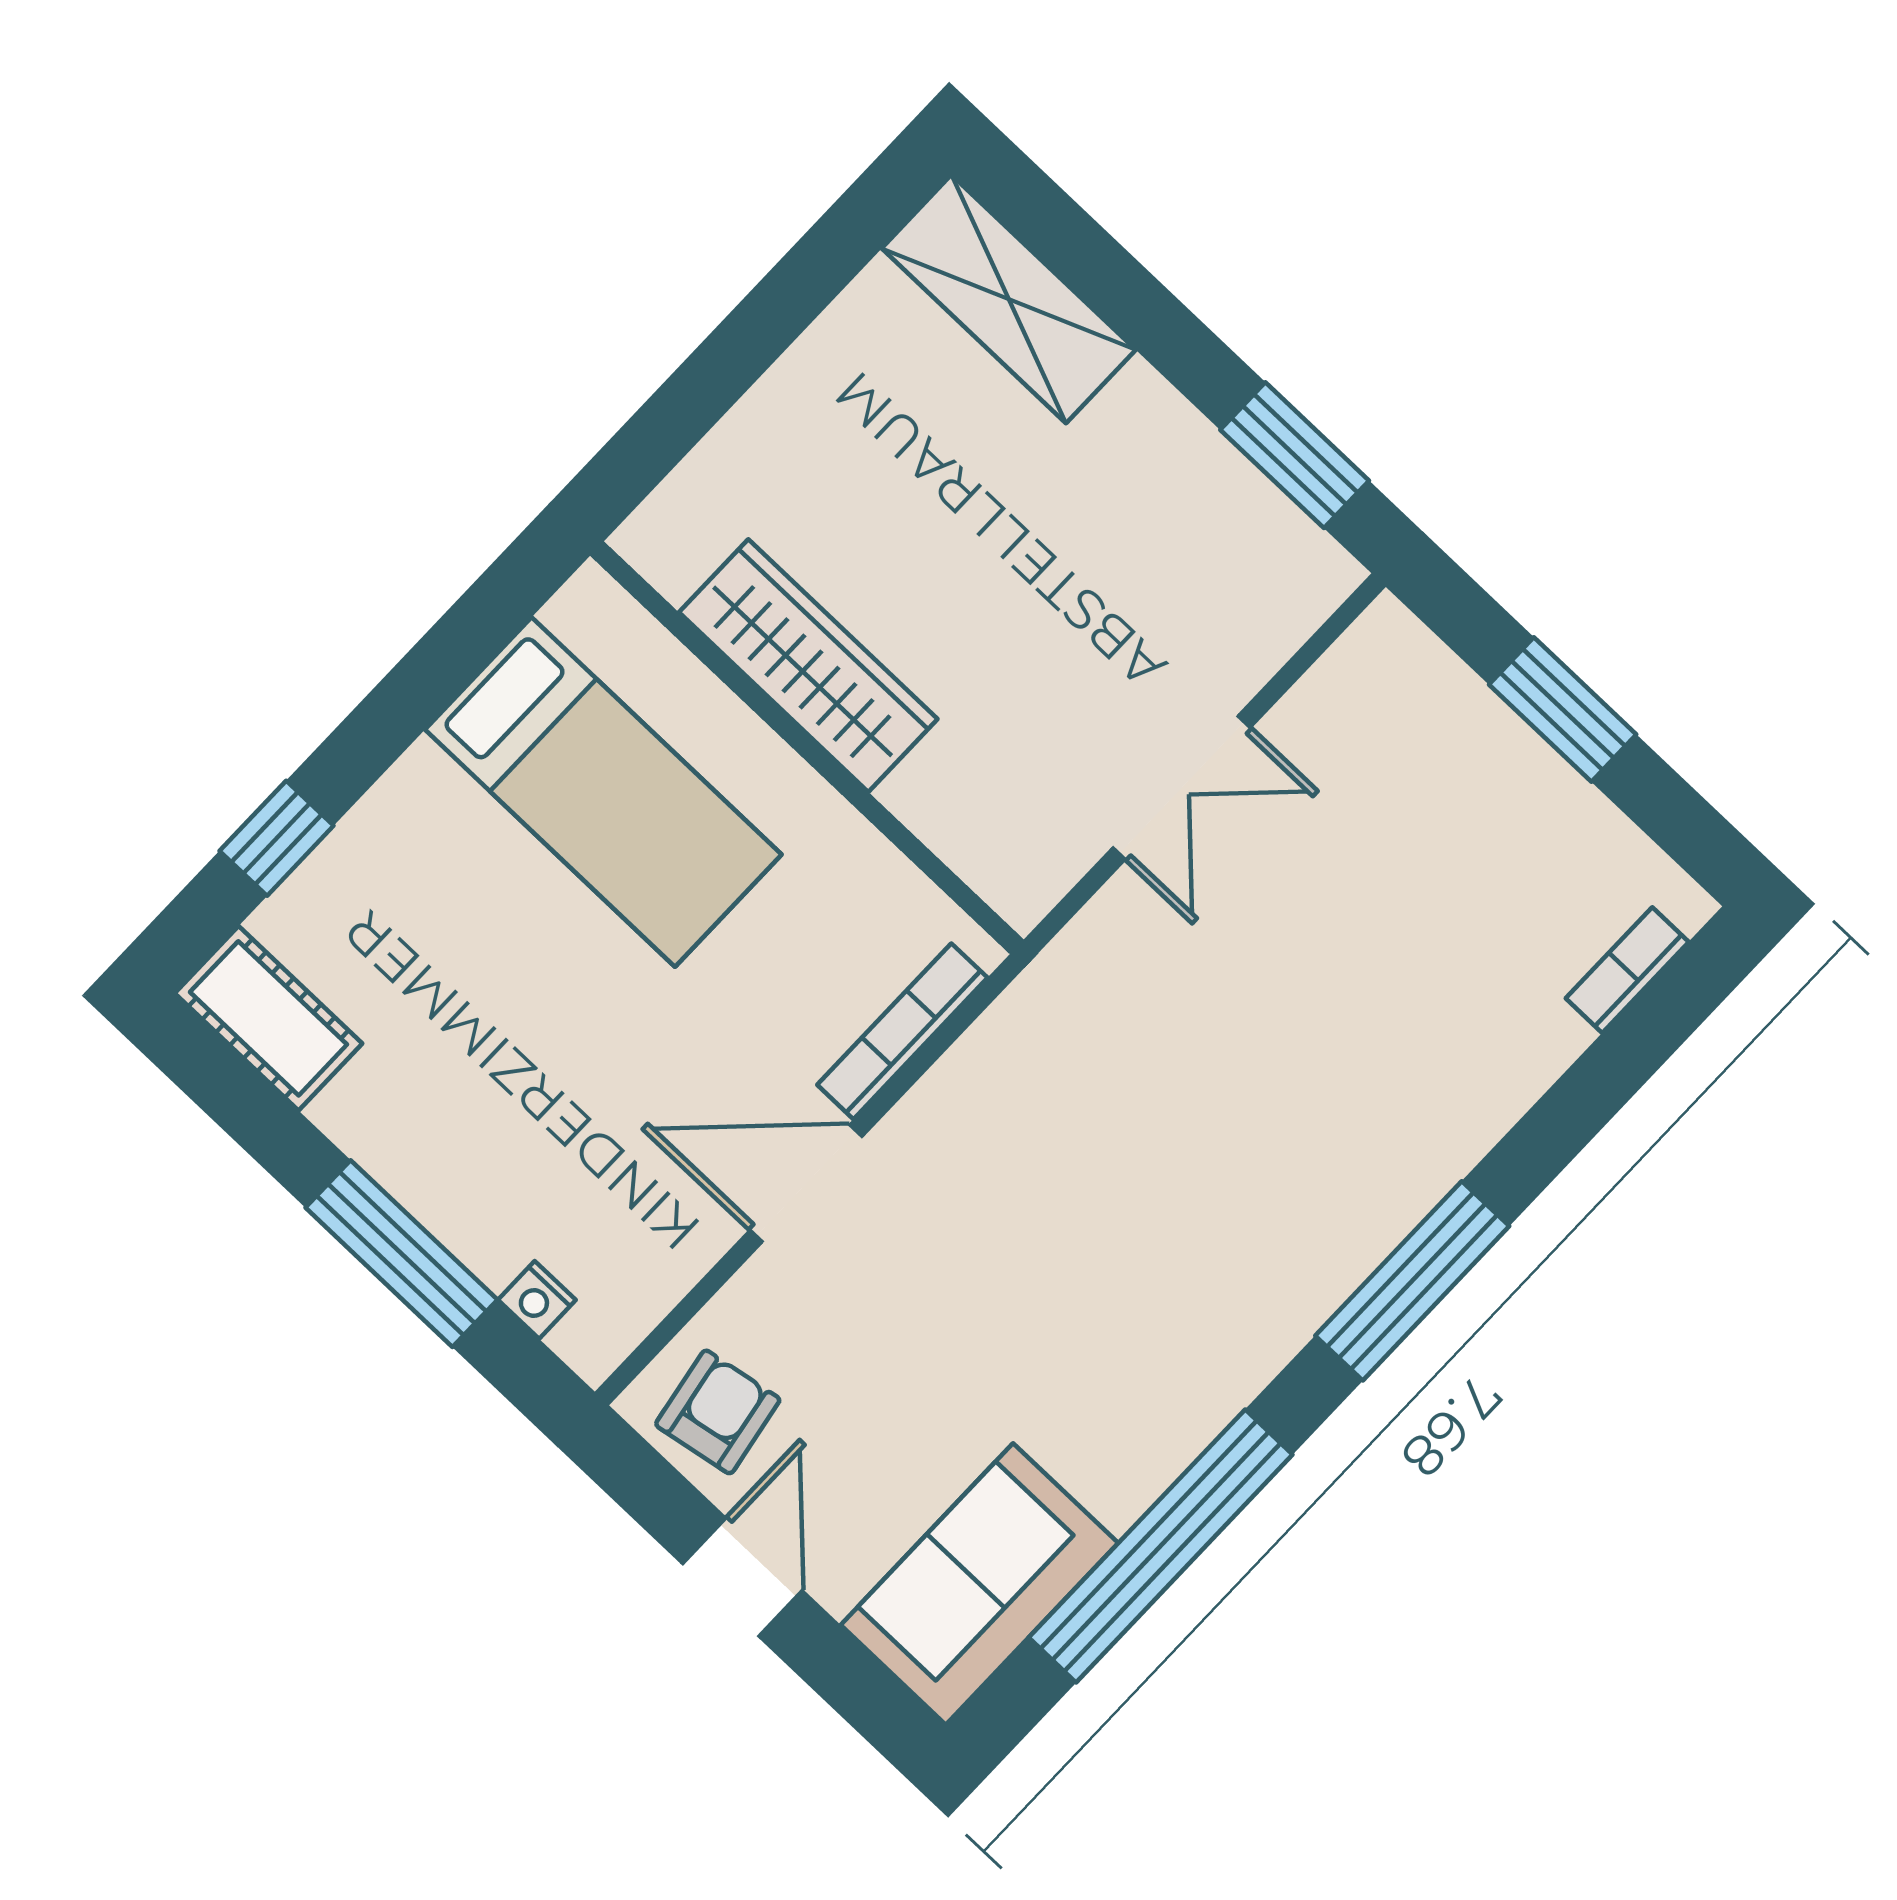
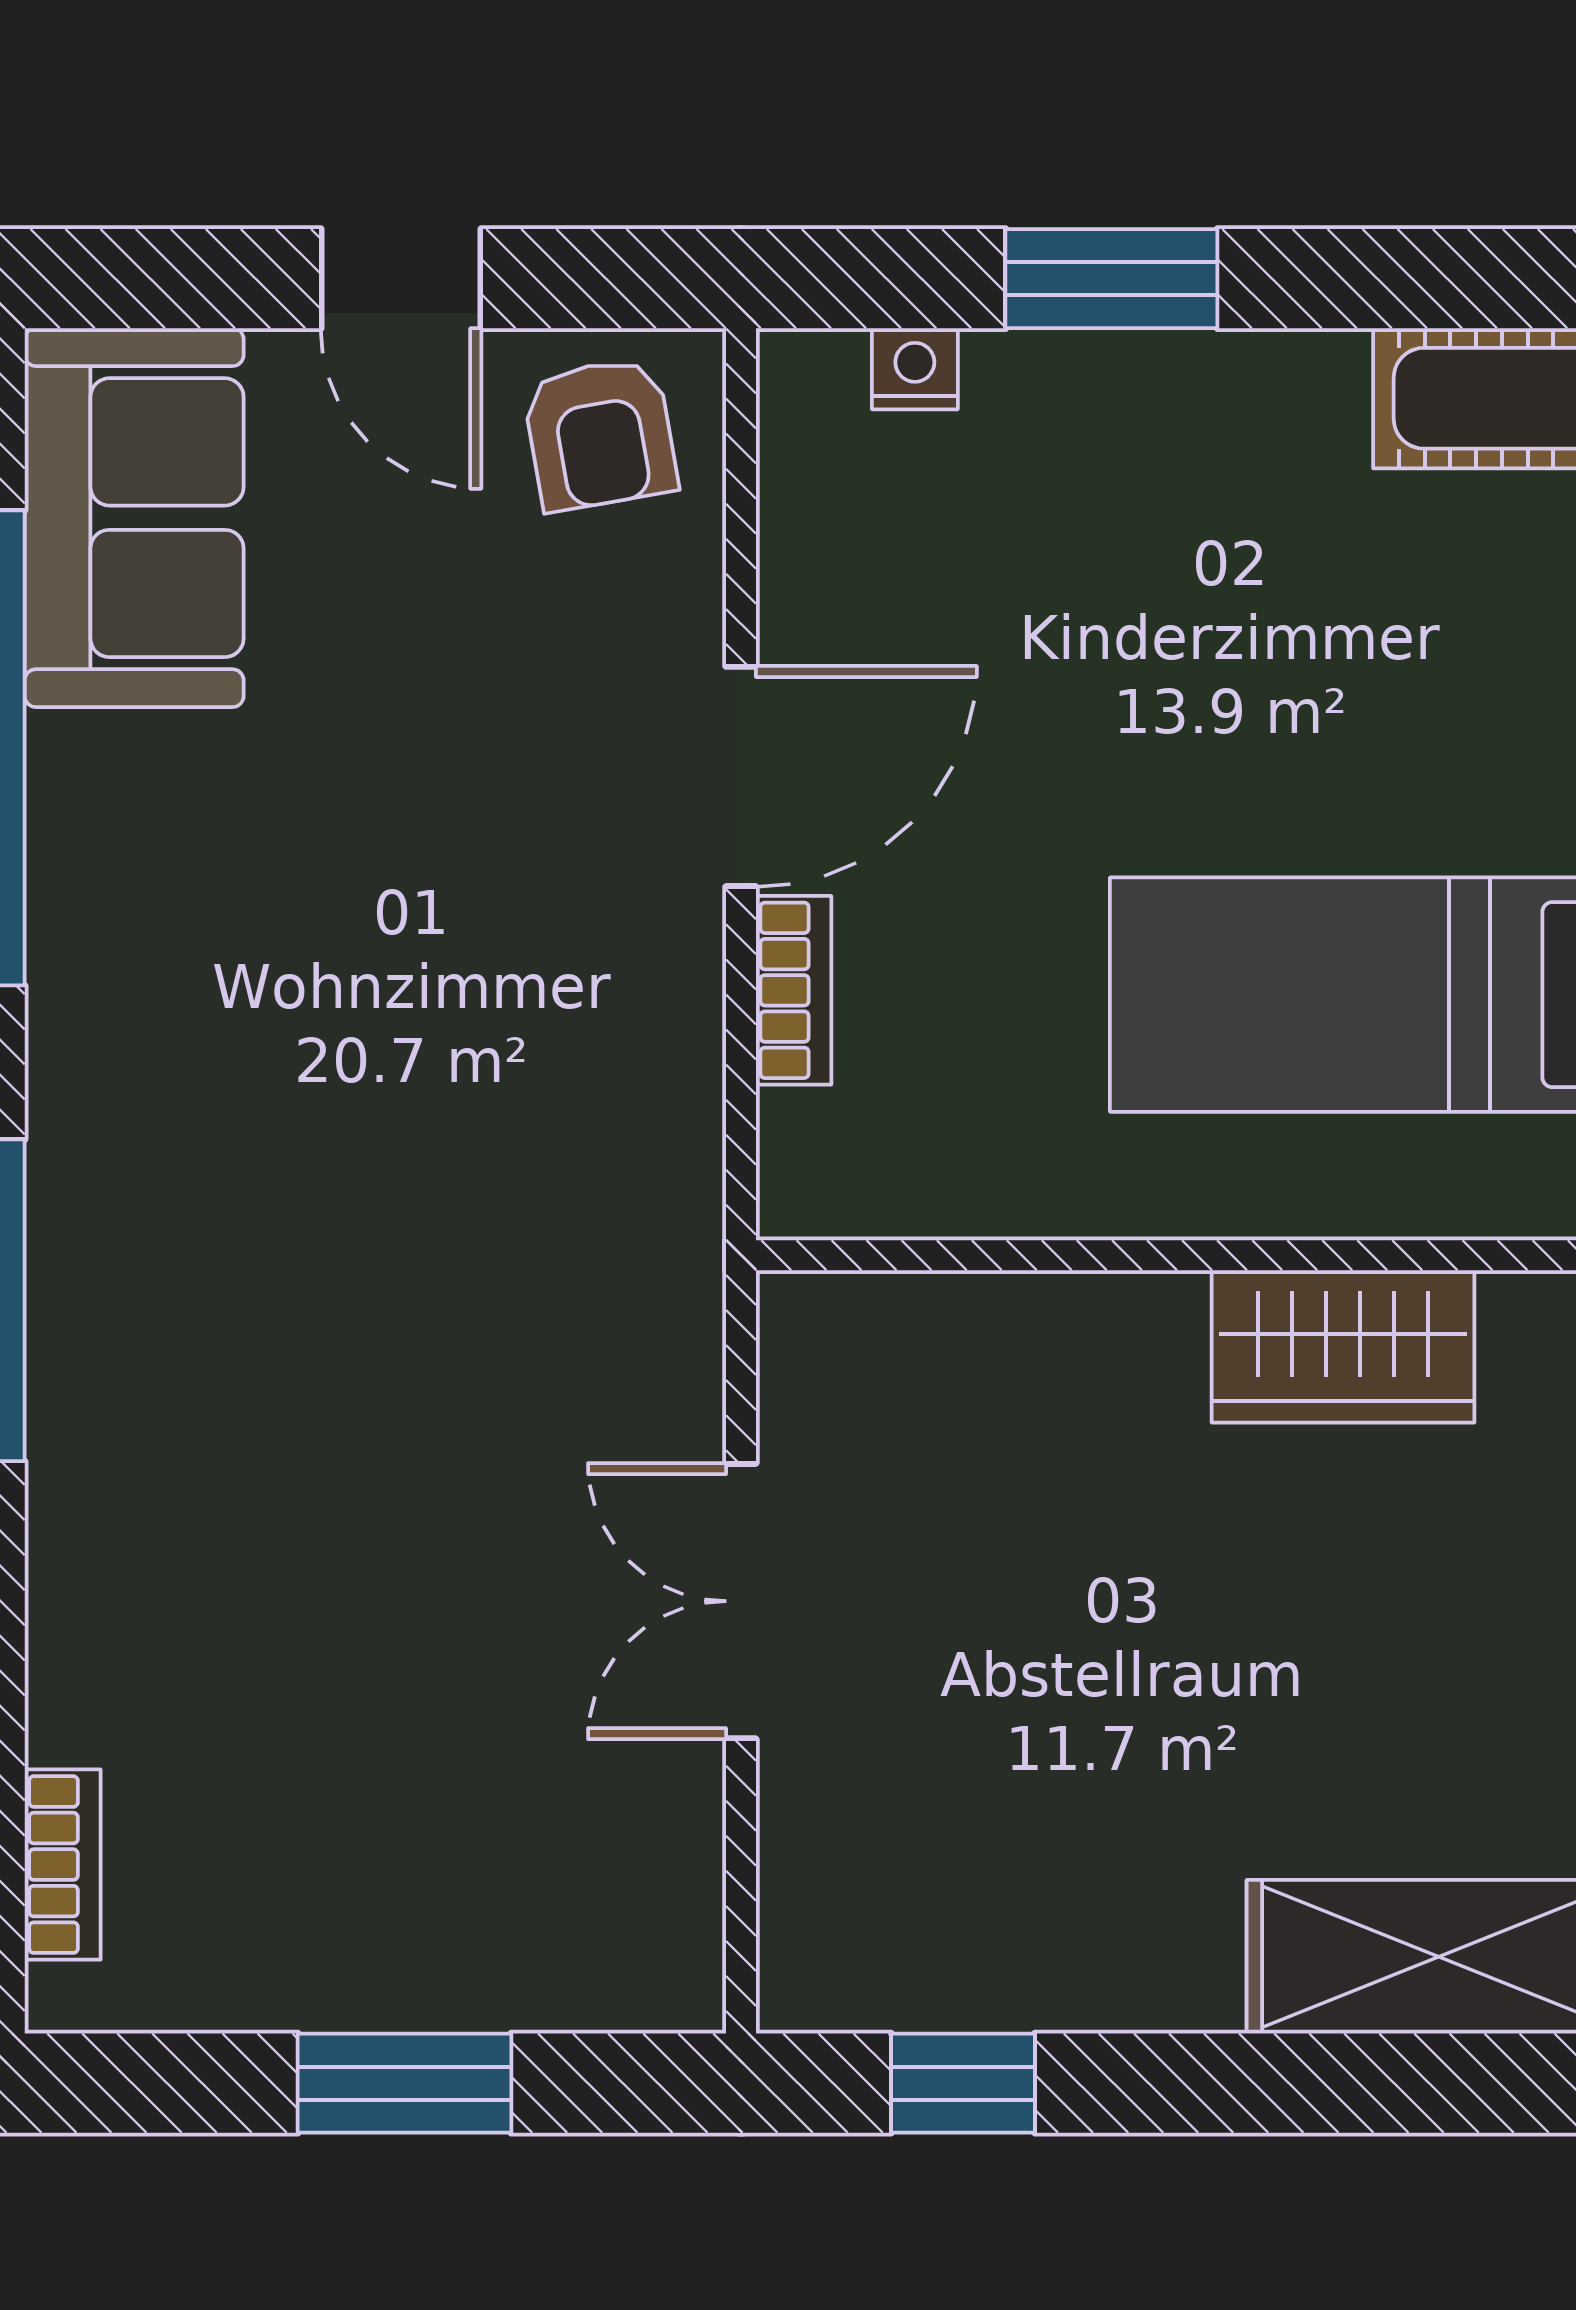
window: (1295, 455) -> (963, 2083), width x0.67
wardrobe: (808, 666) -> (1343, 1346), width x0.67
bookcase: (902, 1031) -> (794, 990), width x0.64
window: (401, 1254) -> (1111, 279), width x0.69

